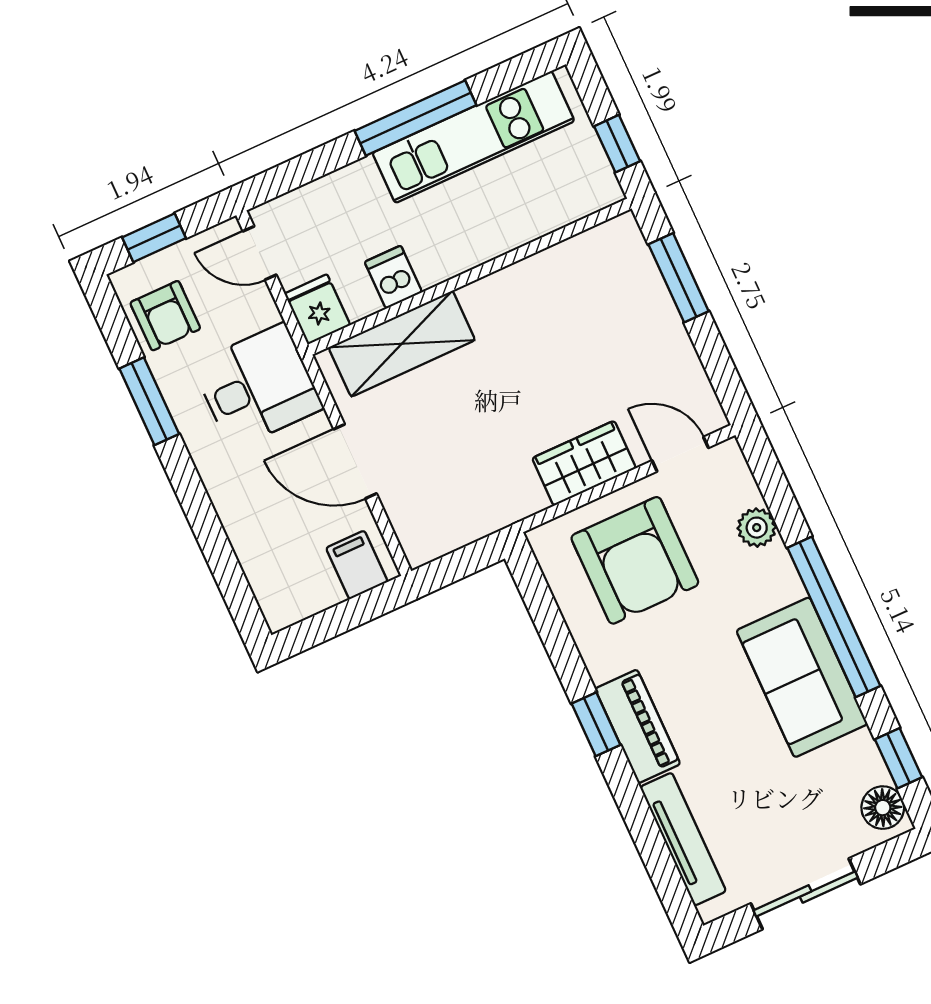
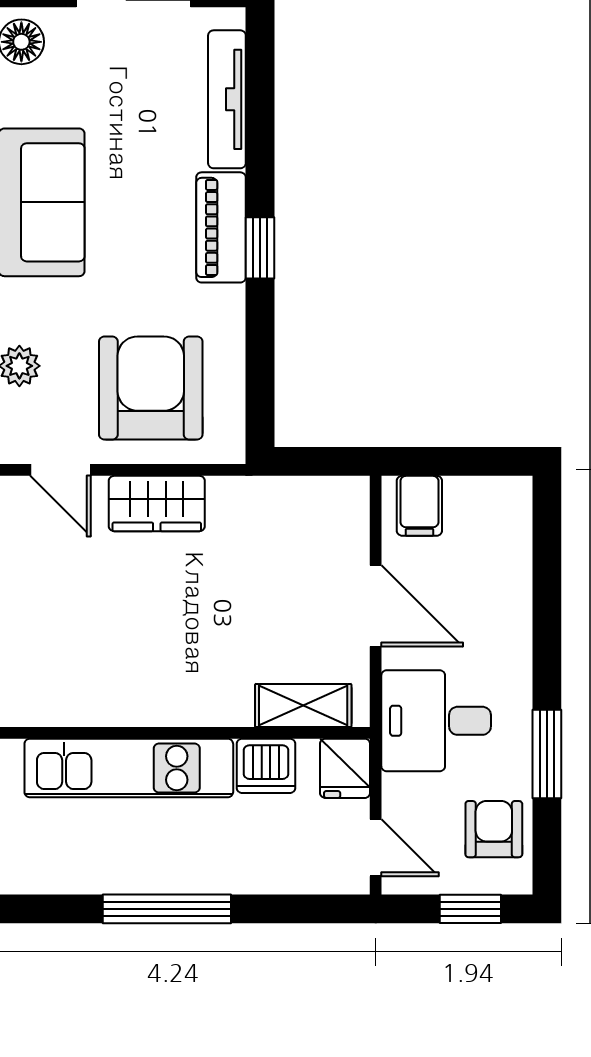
kitchen unit: (473, 137) -> (129, 768), moved, turned 180
dishwasher: (393, 277) -> (266, 766), width x1.38
shelving: (402, 344) -> (303, 706), width x0.67, depth x0.75

